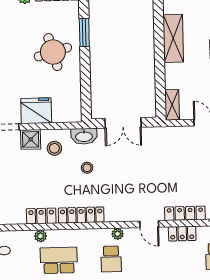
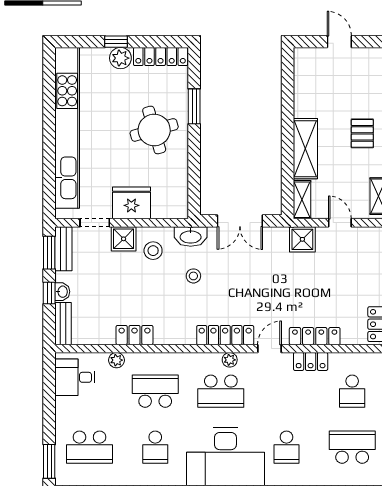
shelving: (173, 38) -> (305, 149), moved
shower: (173, 136) -> (302, 239), added
locker: (81, 215) -> (225, 335), moved
door: (149, 224) -> (270, 349), swing flipped
plant: (41, 236) -> (116, 360), moved
school desk: (111, 259) -> (221, 391), width x1.85

